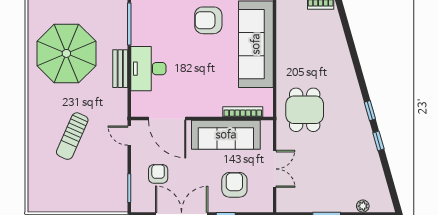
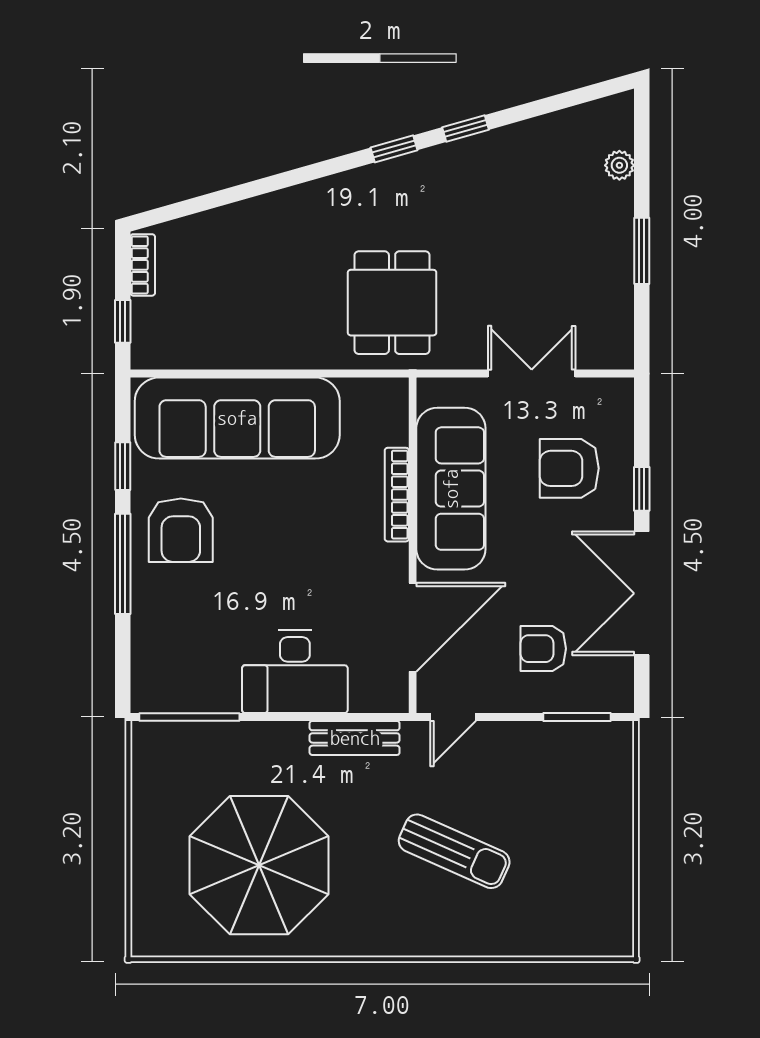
bench: (120, 69) -> (355, 738), moved
dining table: (305, 110) -> (392, 303), turned 90
bookcase: (243, 112) -> (397, 495), moved

